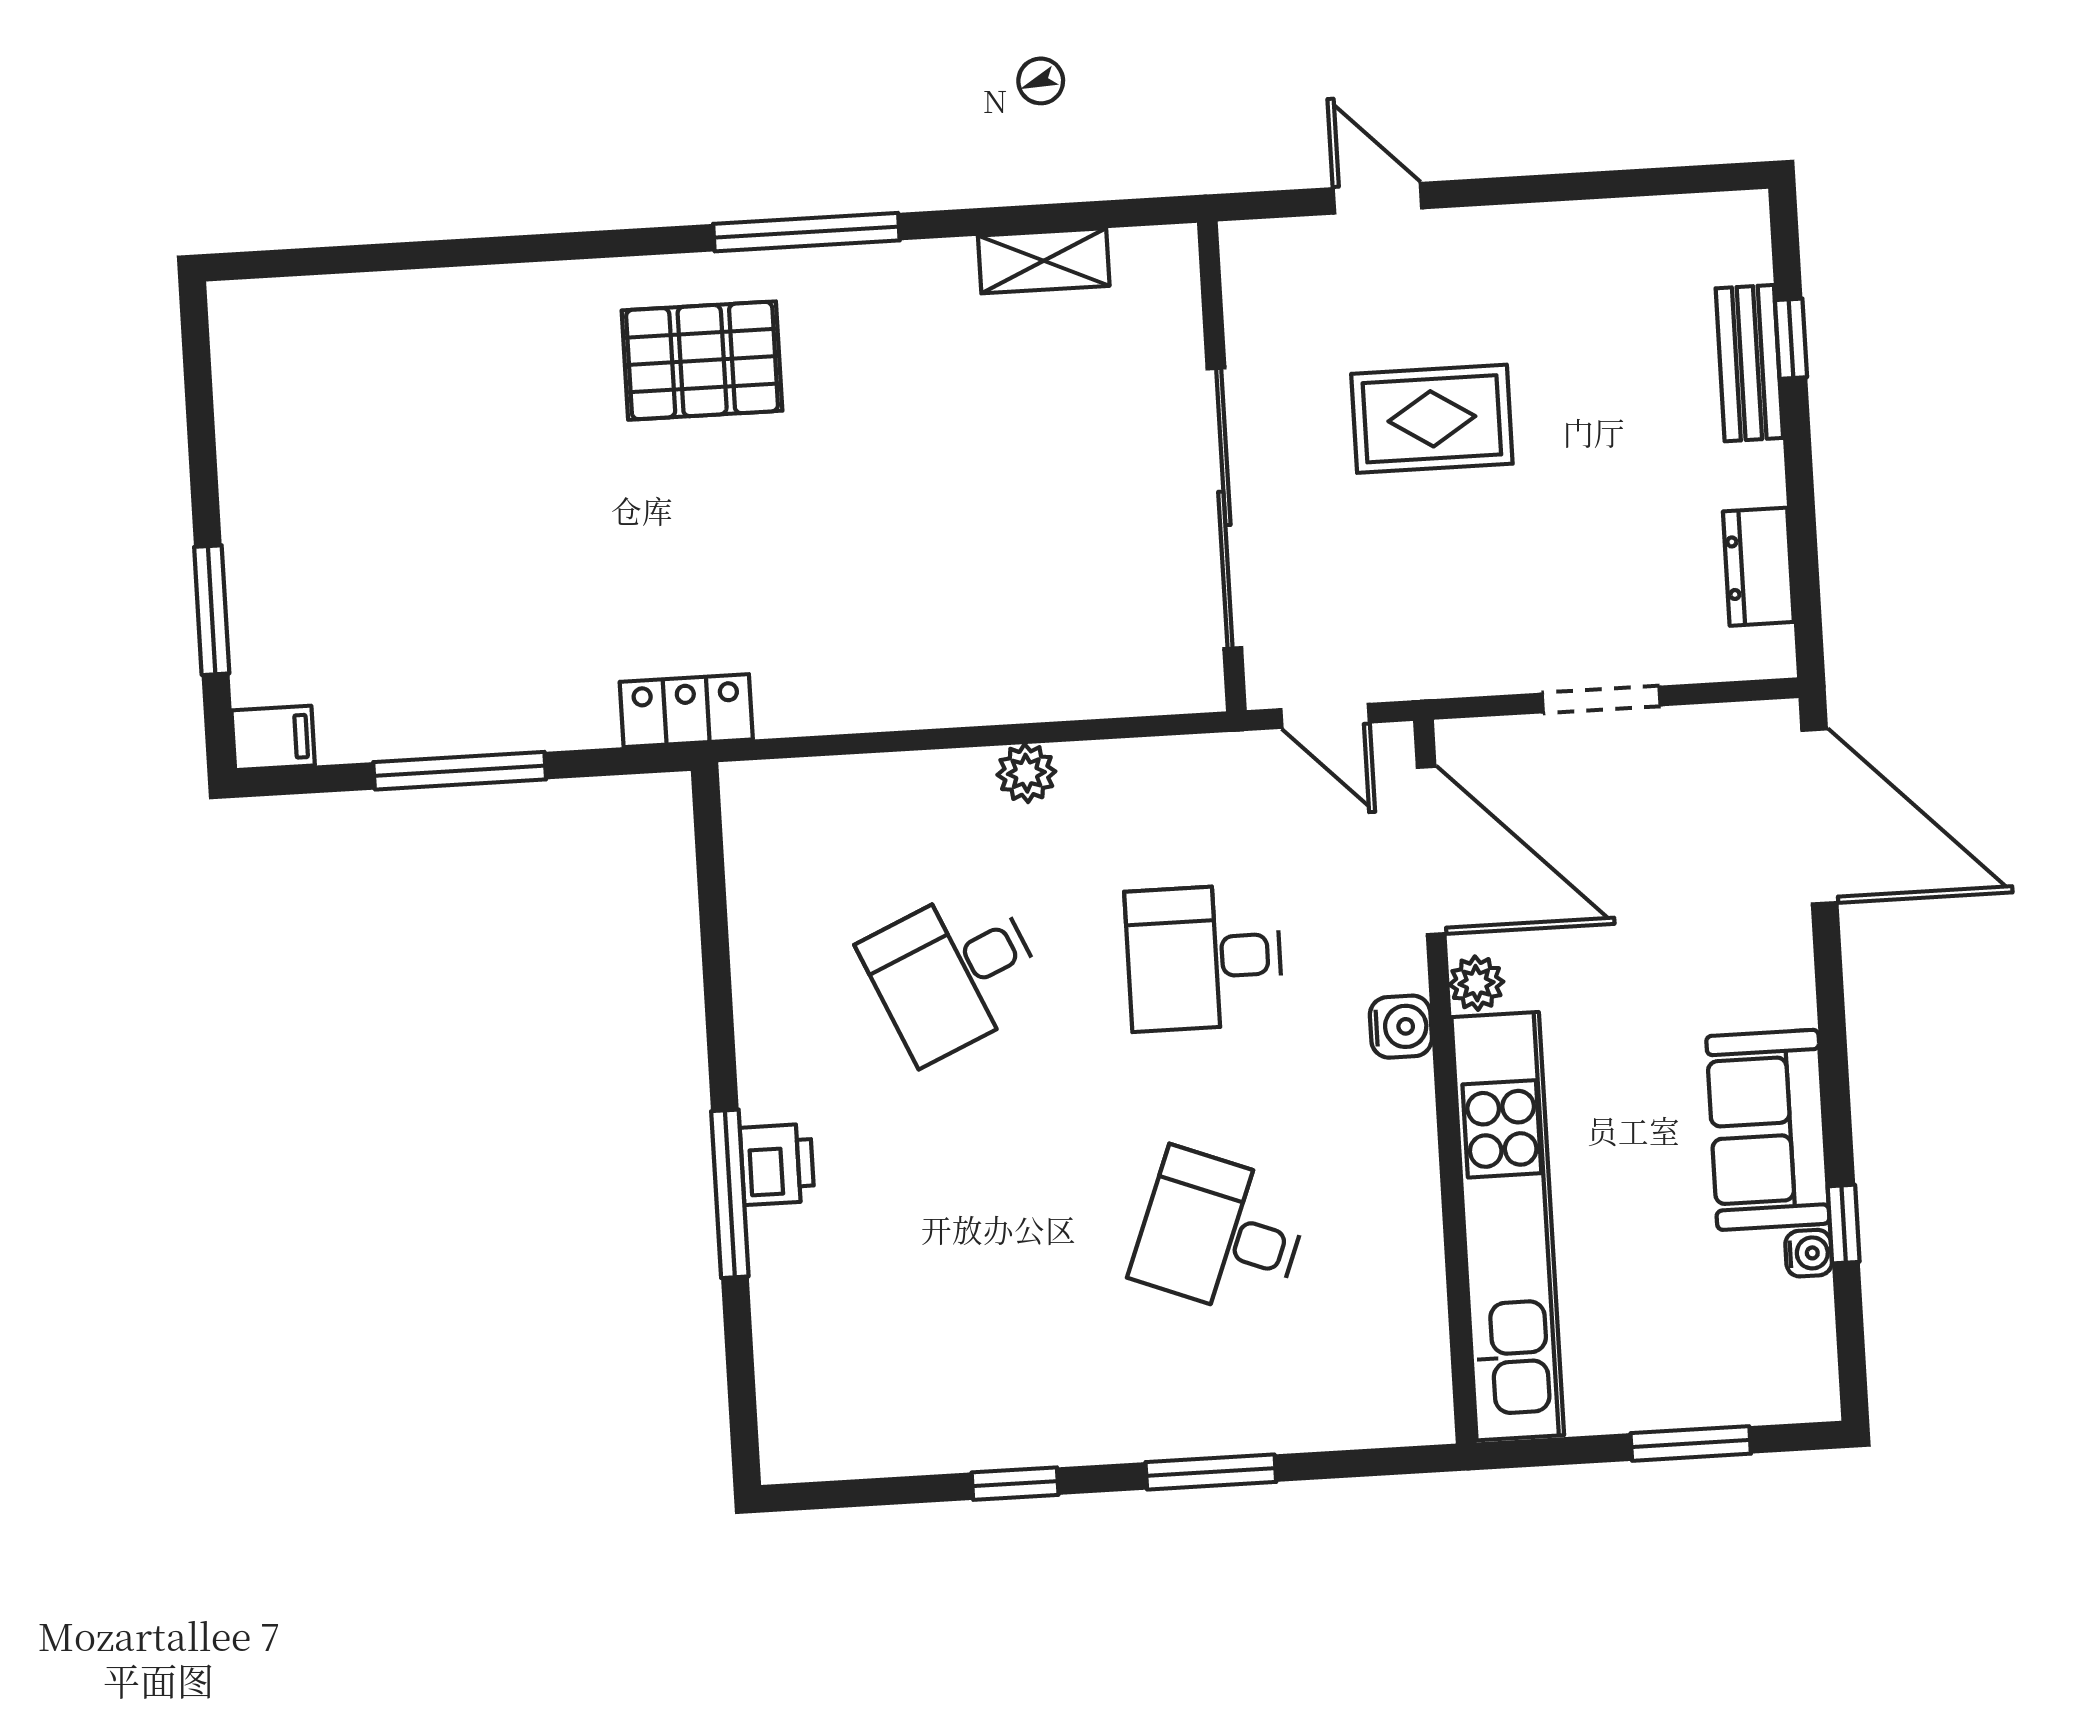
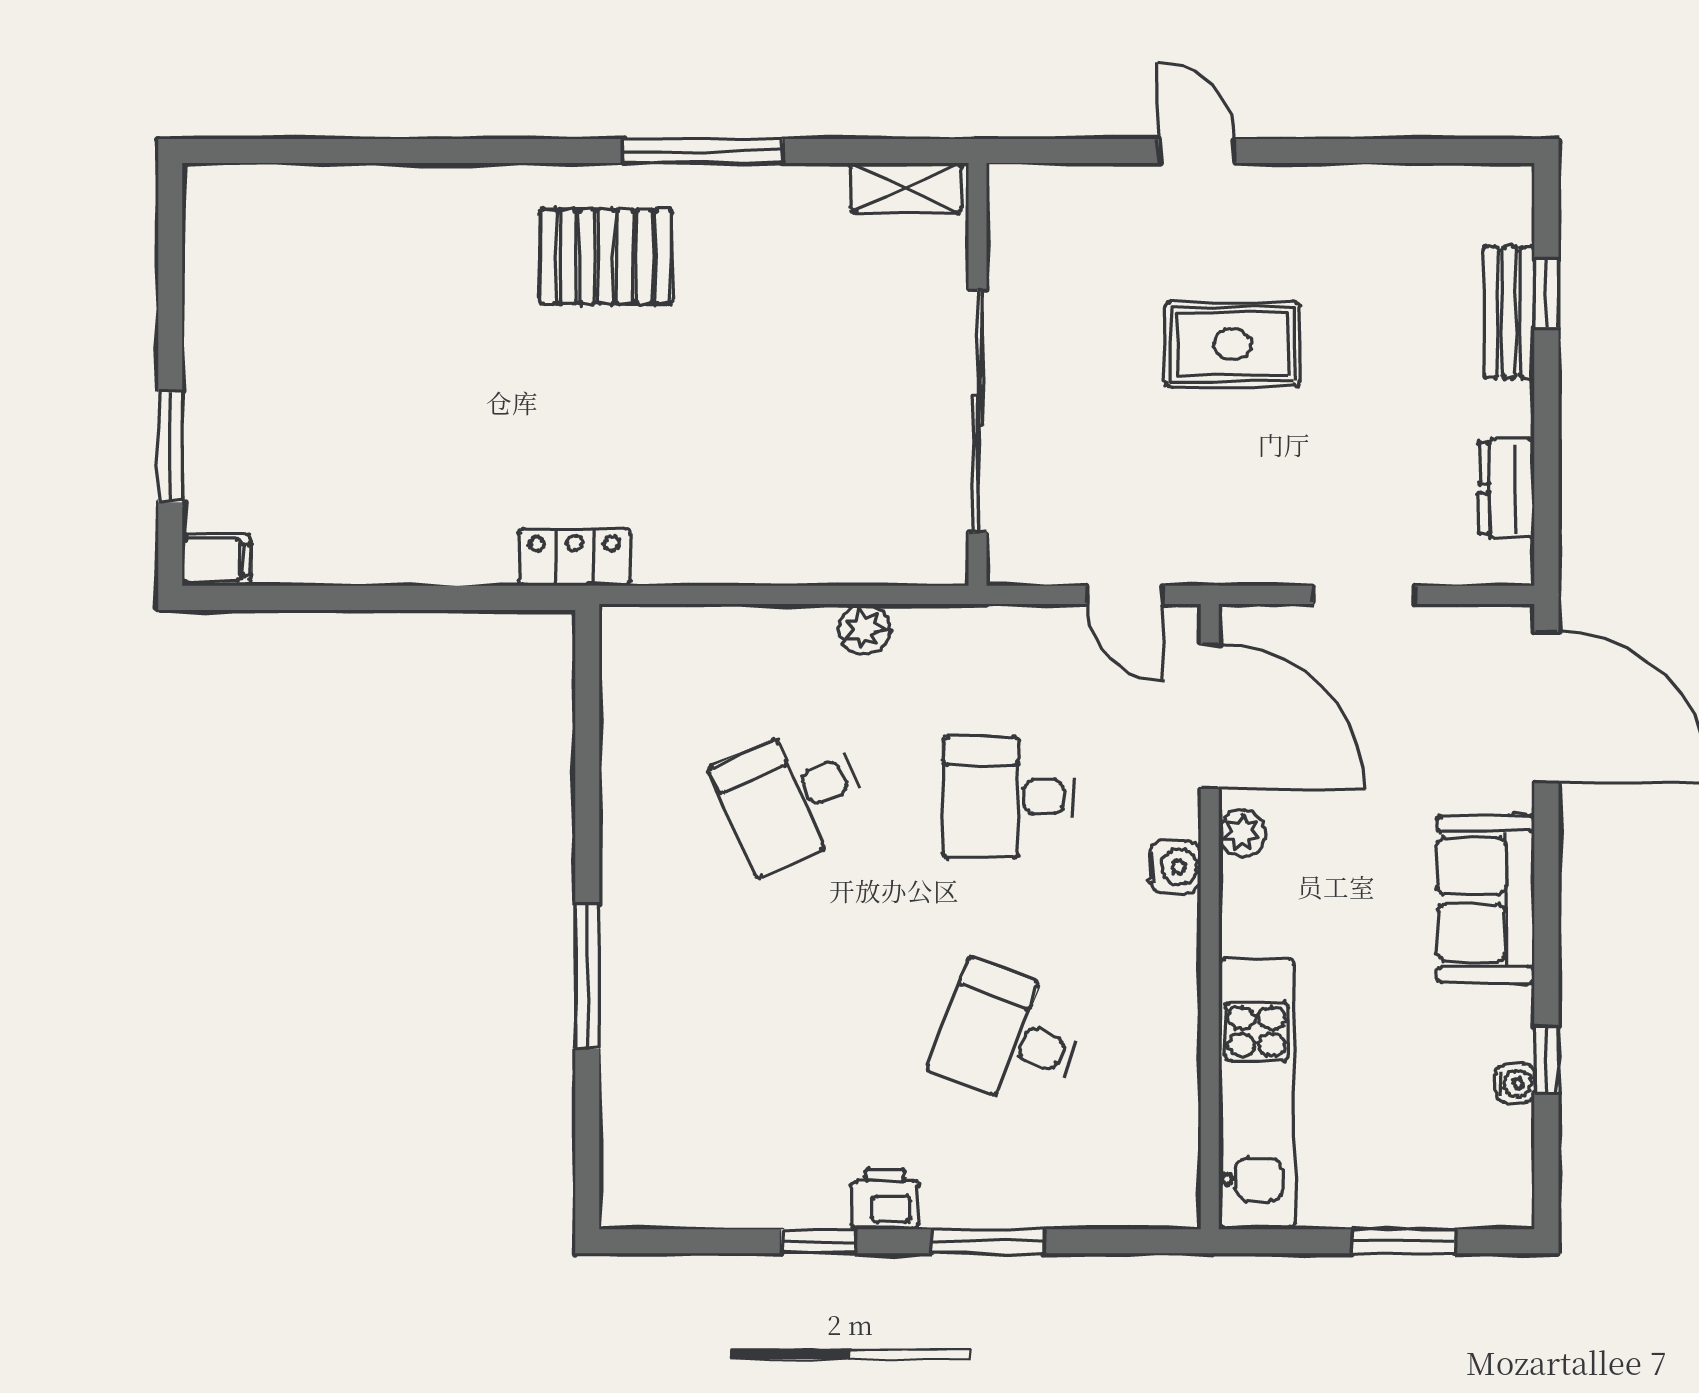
wall: (1222, 466) -> (977, 374), moved
sliding door: (1224, 508) -> (977, 411), moved
window: (460, 771) -> (376, 598), removed
sofa: (1768, 1130) -> (1486, 899), moved
printer: (777, 1164) -> (885, 1199), moved, turned -90
kitchen unit: (1508, 1226) -> (1257, 1093), width x0.73

